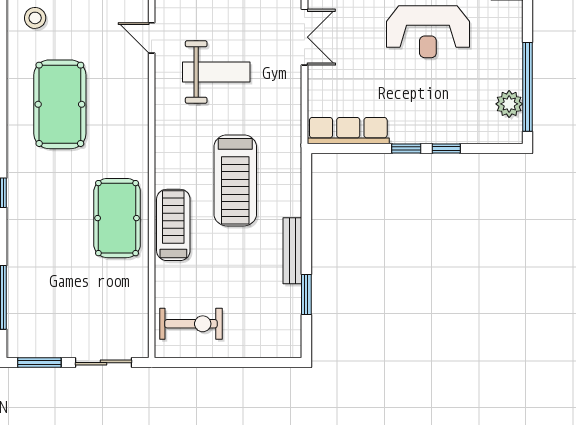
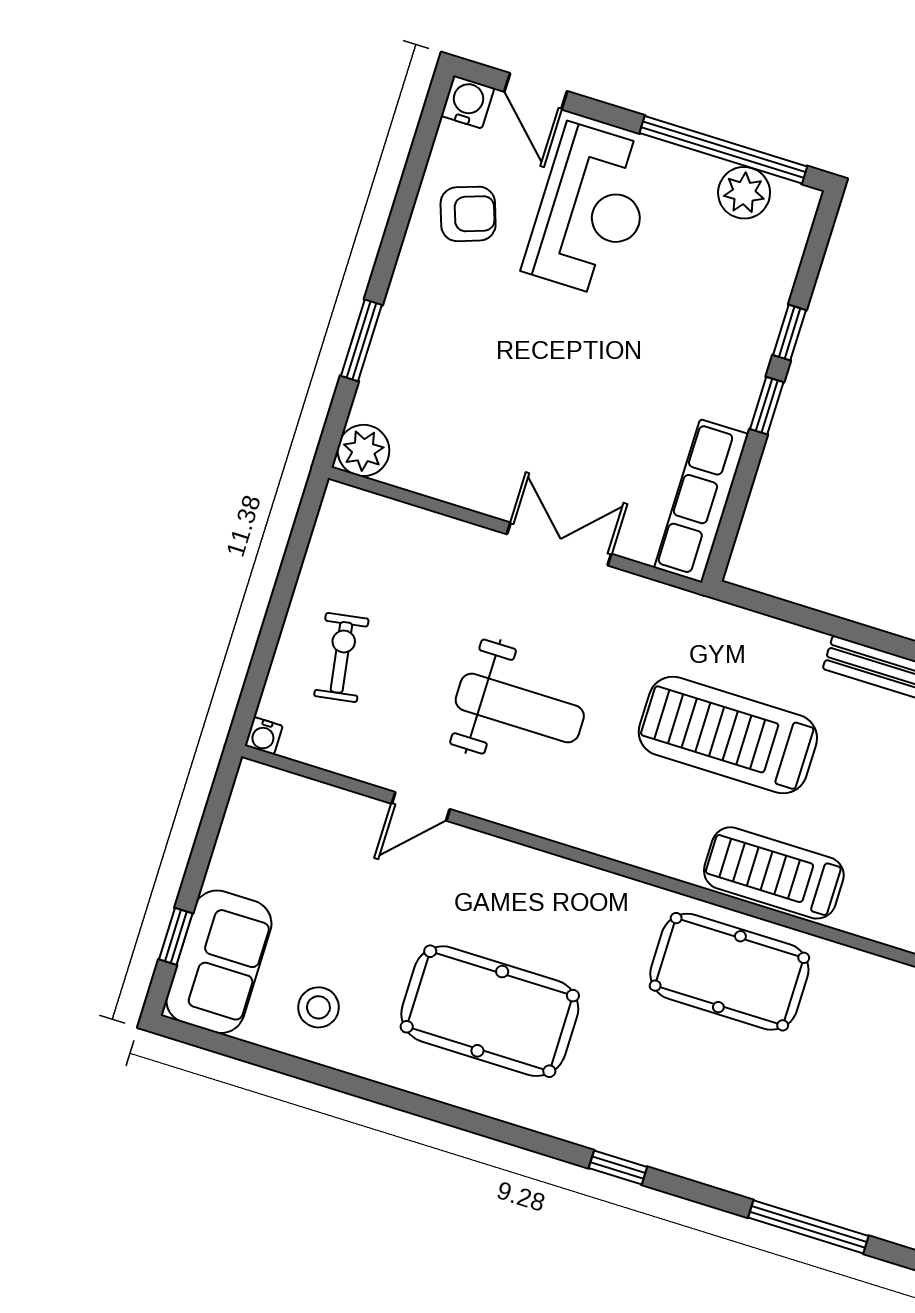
reception desk: (428, 32) -> (591, 210), moved
double door: (305, 37) -> (559, 544), moved
weight bench: (216, 72) -> (520, 708), turned 90
treadmill: (235, 180) -> (728, 735), turned 180

